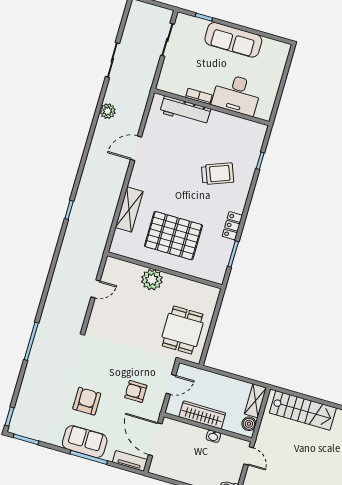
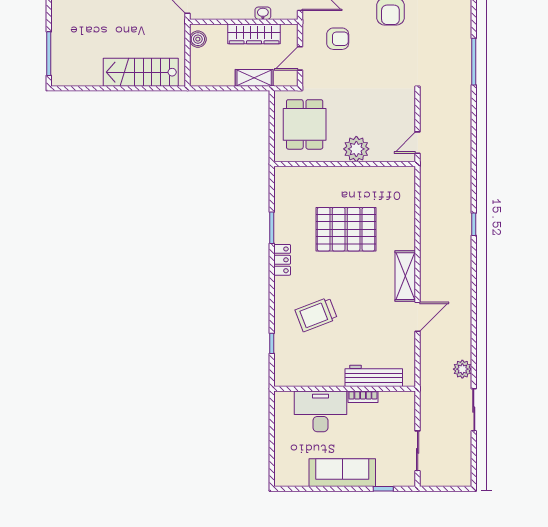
plant: (108, 111) -> (462, 369), moved
shelving: (129, 209) -> (405, 276), moved
wall: (165, 270) -> (345, 164), moved
plant: (152, 280) -> (356, 149), moved
shelving: (255, 401) -> (254, 78), moved, turned 90
washbasin: (213, 436) -> (263, 13), moved

